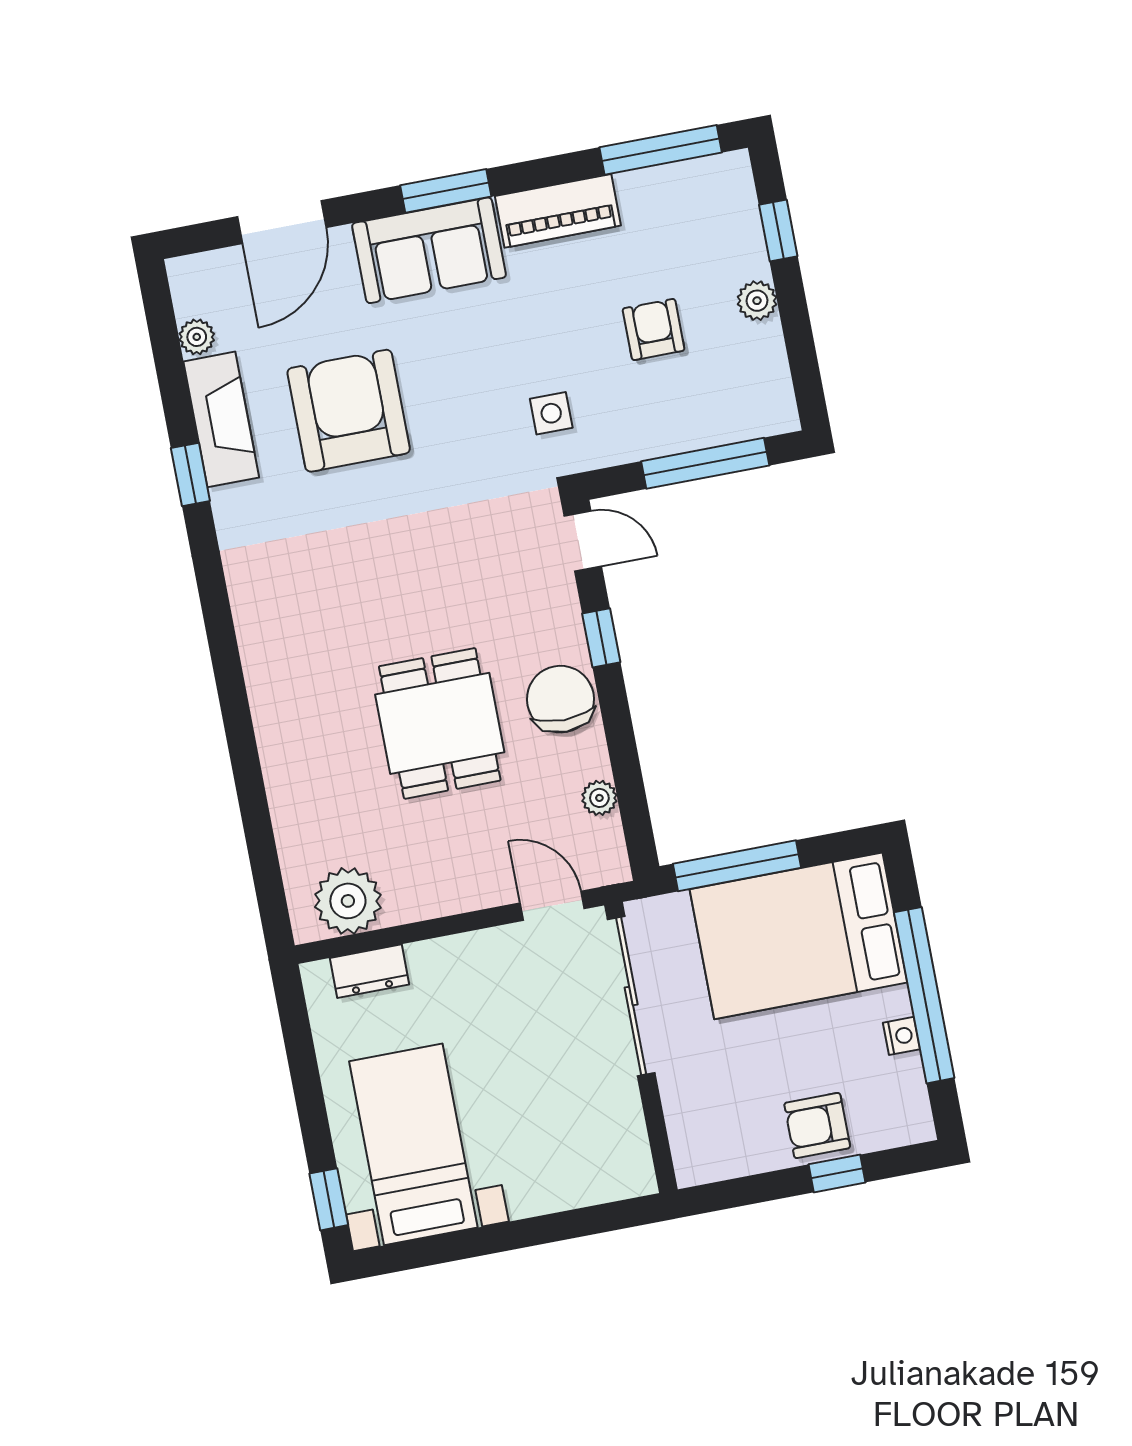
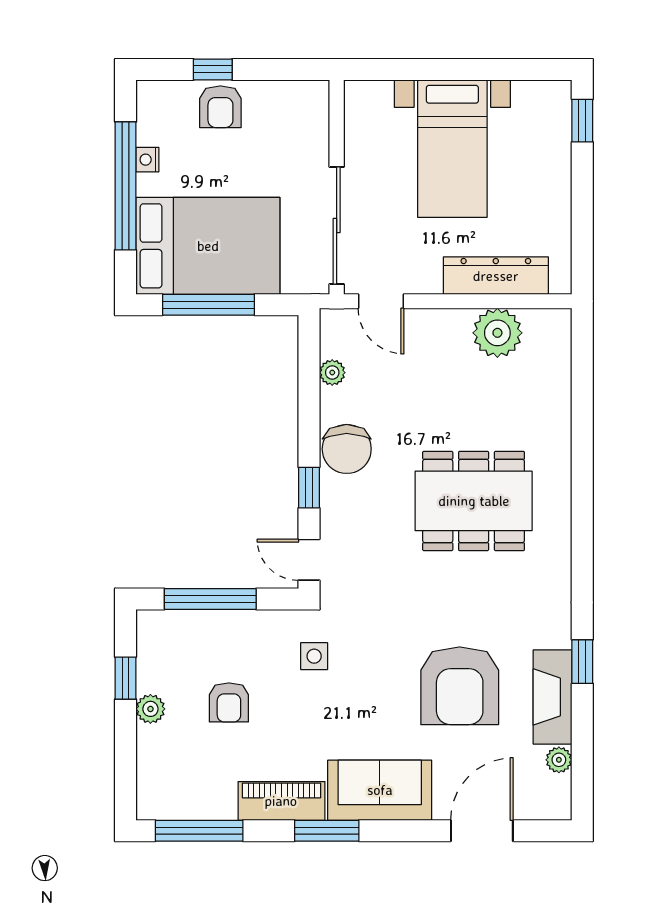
window: (446, 191) -> (327, 831), moved
window: (778, 230) -> (126, 678), moved
dining table: (440, 723) -> (474, 501), moved, width x1.38
window: (737, 866) -> (209, 305), moved
plant: (348, 901) -> (497, 333), moved
dresser: (369, 971) -> (496, 276), width x1.96, depth x1.24
armchair: (817, 1125) -> (220, 107), turned 90
bed with nightstands: (413, 1144) -> (452, 149), moved

